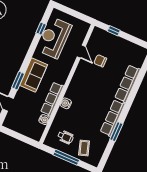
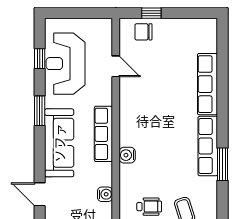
chair: (100, 61) -> (143, 32), moved
sofa: (33, 75) -> (59, 143), width x1.36
window: (18, 81) -> (40, 111), moved
row of seats: (52, 99) -> (103, 134), moved

